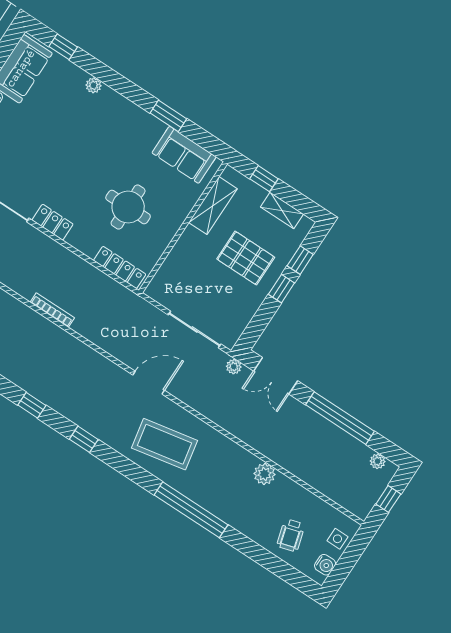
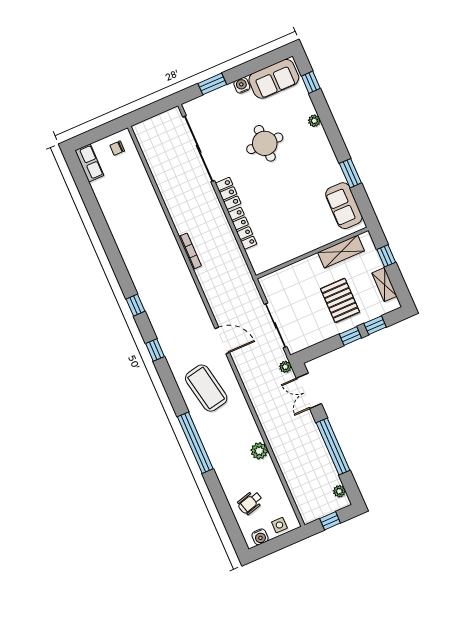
round table: (128, 207) -> (265, 143), moved
locker: (120, 267) -> (242, 228), moved

